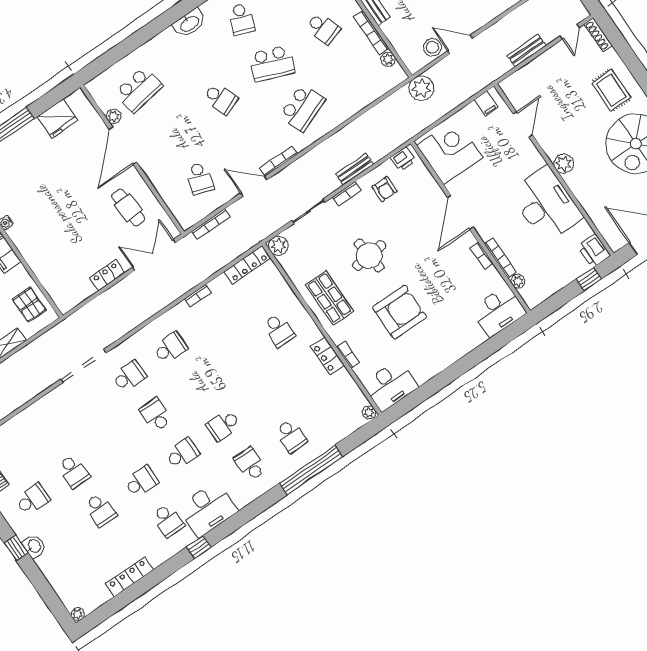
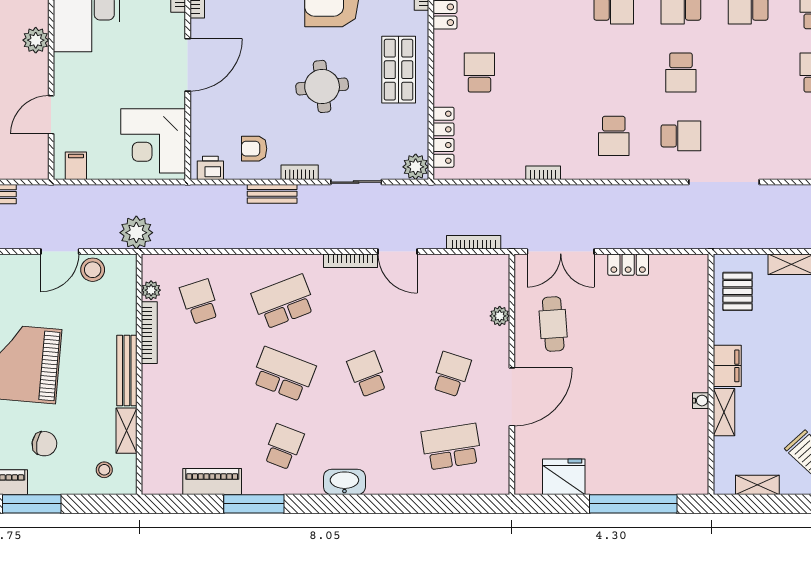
school desk: (323, 28) -> (200, 302), moved
door: (460, 45) -> (60, 252), hinge flipped
plant: (114, 116) -> (500, 316), moved
school desk: (200, 178) -> (451, 374), moved
armchair: (385, 189) -> (254, 149), turned -90
locker: (247, 265) -> (444, 137), moved, turned 90
school desk: (170, 348) -> (614, 136), turned -90
school desk: (129, 376) -> (681, 136), turned 180

